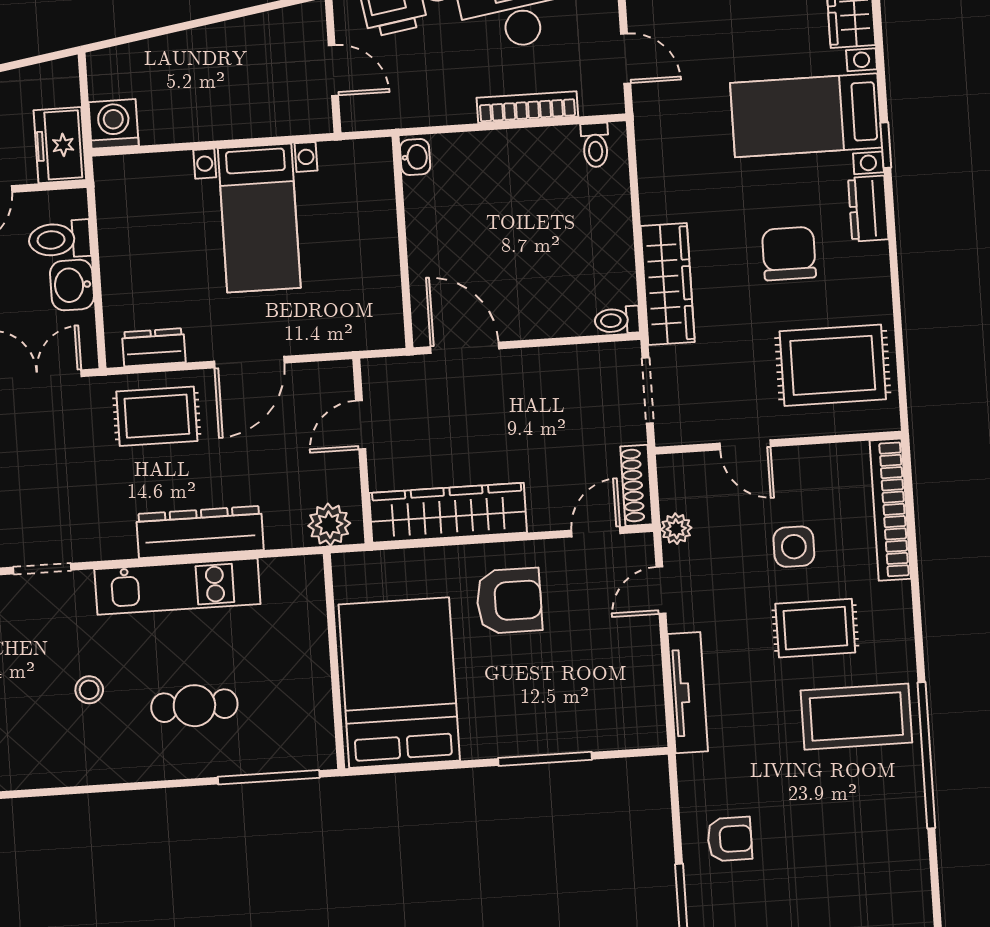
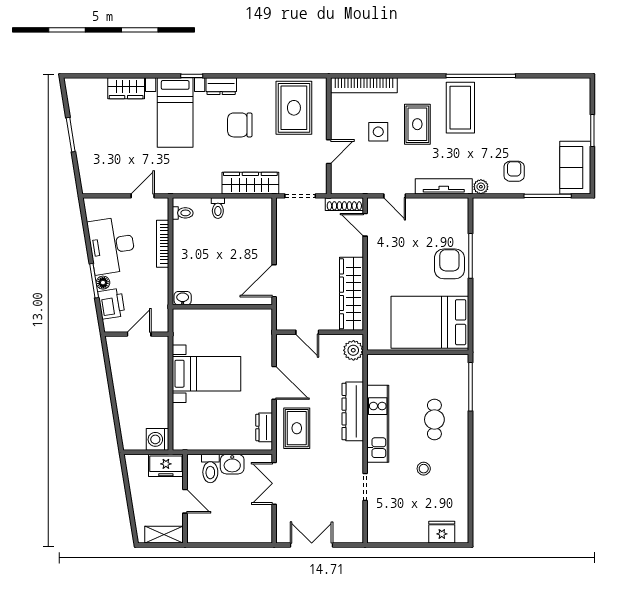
toilet: (617, 320) -> (218, 208), moved
plant: (676, 529) -> (481, 187), moved
armchair: (509, 601) -> (449, 264), moved

